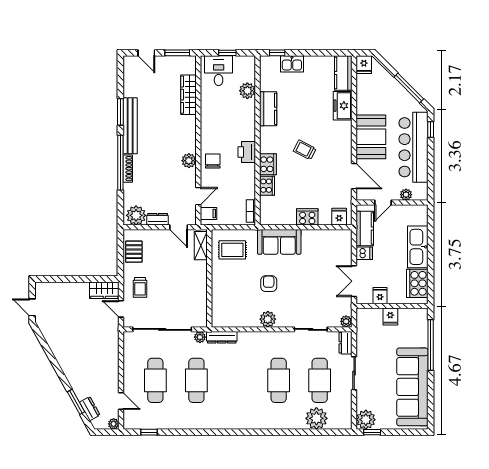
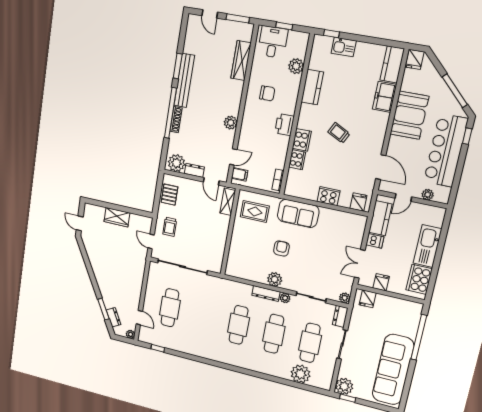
booth: (371, 137) -> (409, 115), moved
chair: (213, 161) -> (267, 93), moved, turned 90
wardrobe: (104, 290) -> (117, 217), moved
fridge: (390, 317) -> (368, 299), moved
plant: (200, 337) -> (285, 298), moved
dresser: (222, 337) -> (266, 294), moved
cafe table: (196, 380) -> (239, 325), moved

